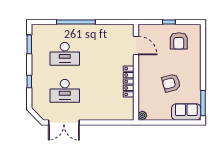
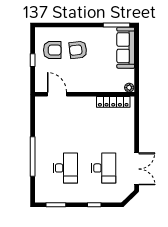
door: (136, 46) -> (57, 94), hinge flipped
locker: (129, 81) -> (113, 102), moved
armchair: (171, 83) -> (78, 50), moved, turned 98
sofa: (186, 112) -> (126, 48), width x1.36

